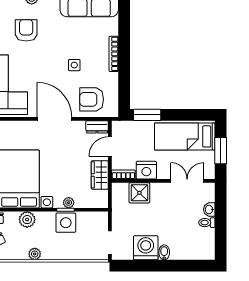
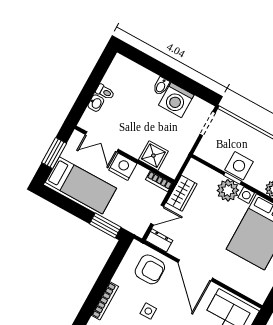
nightstand: (146, 170) -> (123, 167), moved
plant: (69, 203) -> (228, 190), width x1.87, depth x1.87

